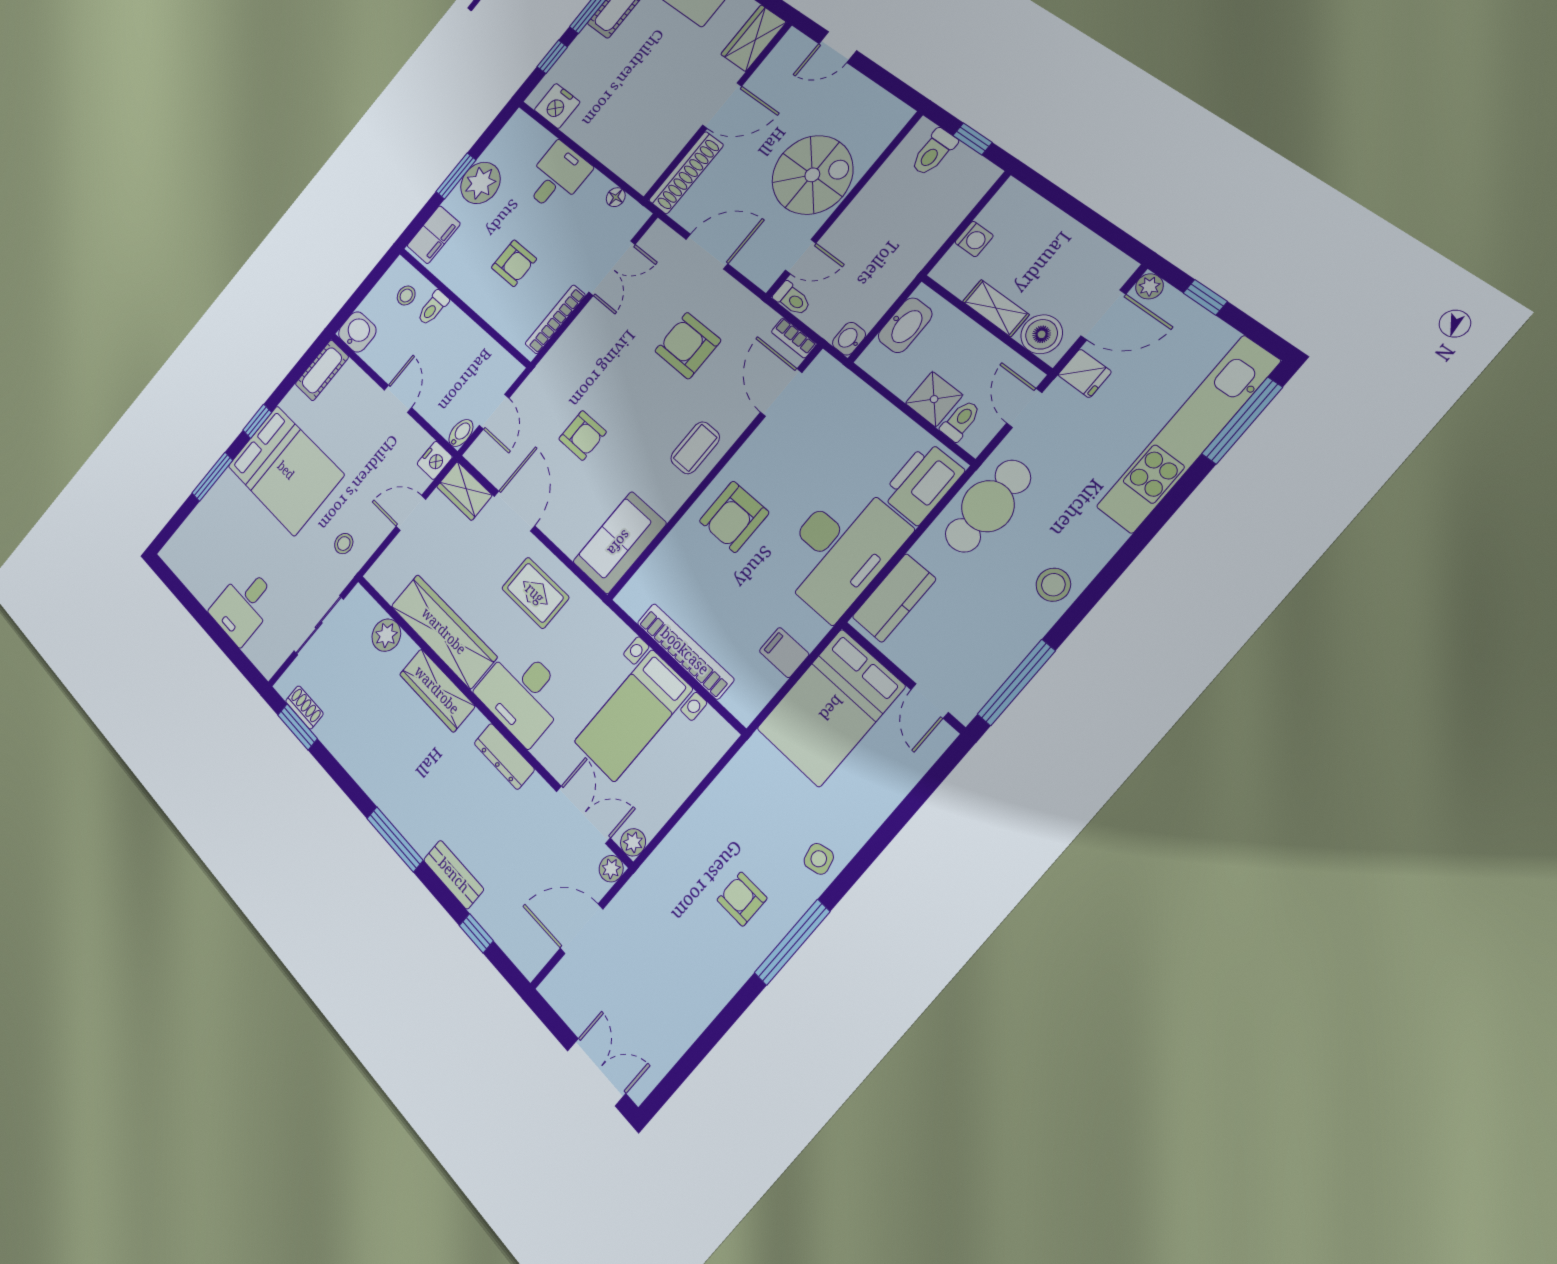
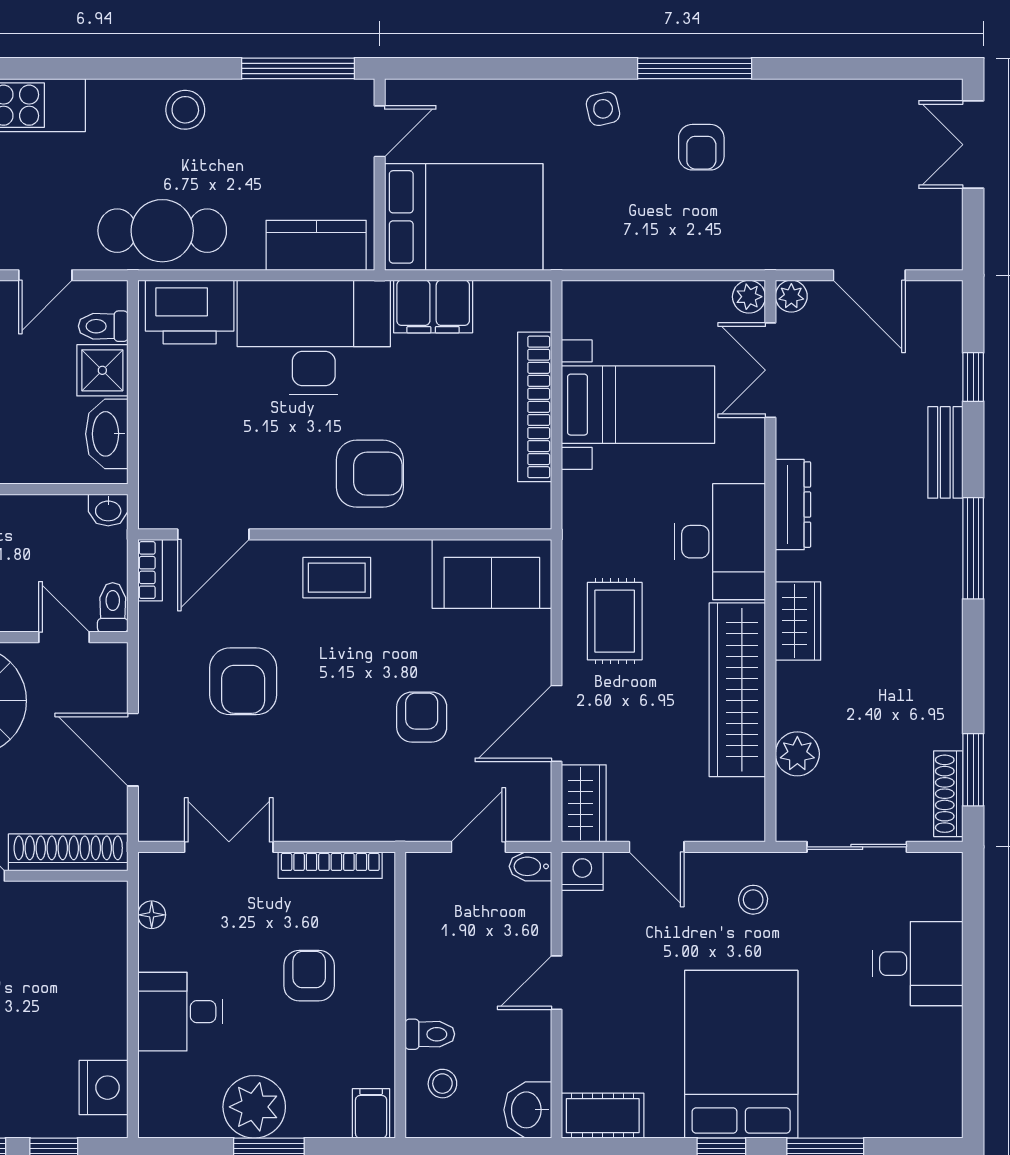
filing cabinet: (434, 235) -> (371, 1113), width x0.50
washbasin: (905, 325) -> (107, 434), moved, turned -90
filing cabinet: (784, 653) -> (433, 307), width x2.00
wardrobe: (437, 690) -> (798, 621), width x0.67
shoe rack: (304, 707) -> (948, 794), width x1.43

